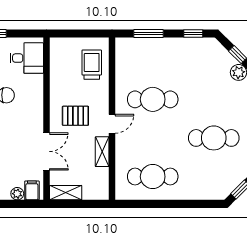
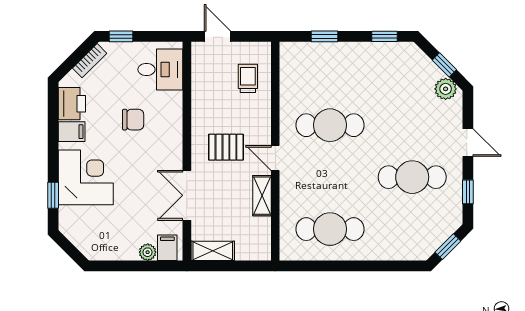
door: (69, 33) -> (217, 36), added
window: (149, 33) -> (324, 36), width x0.67
trolley: (92, 65) -> (248, 78), width x0.73, depth x0.72
door: (112, 124) -> (275, 158), swing flipped
double door: (46, 151) -> (187, 195), swing flipped

